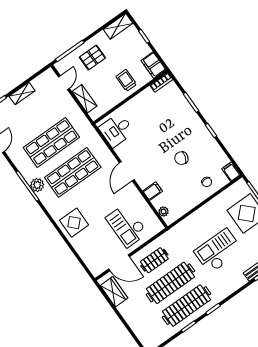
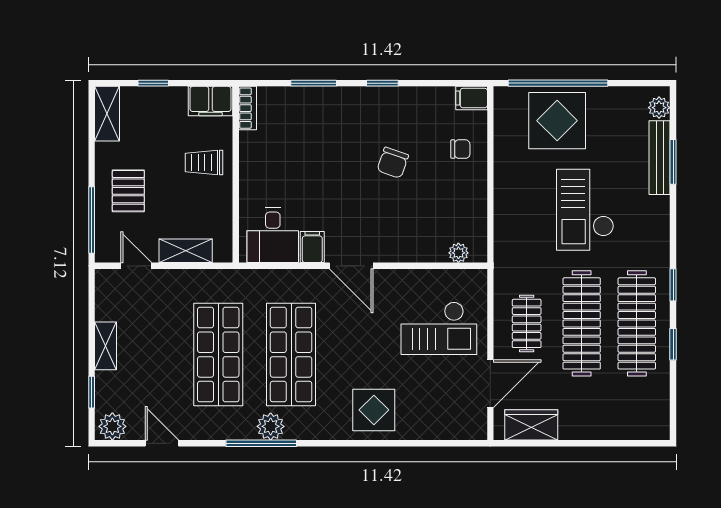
filing cabinet: (153, 191) -> (312, 247), moved

